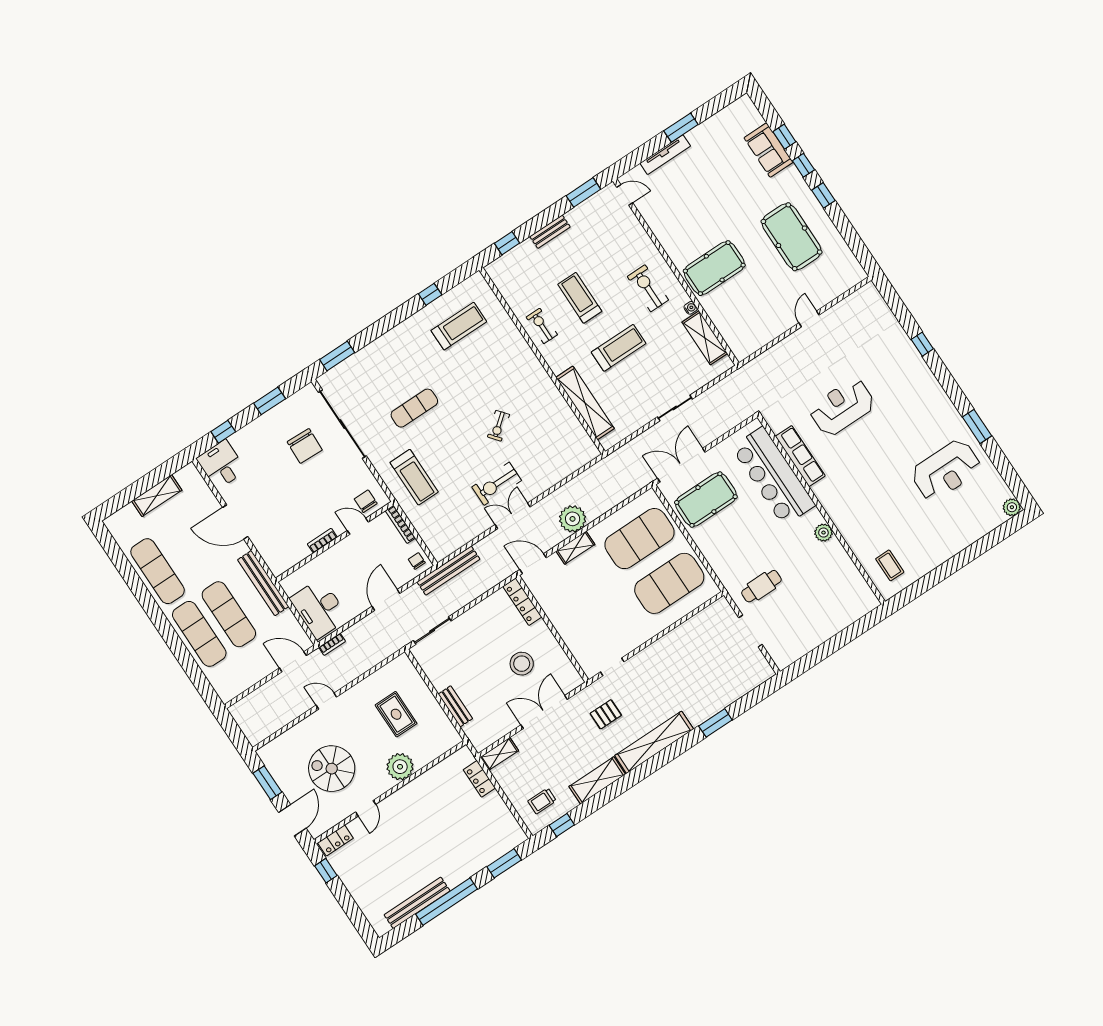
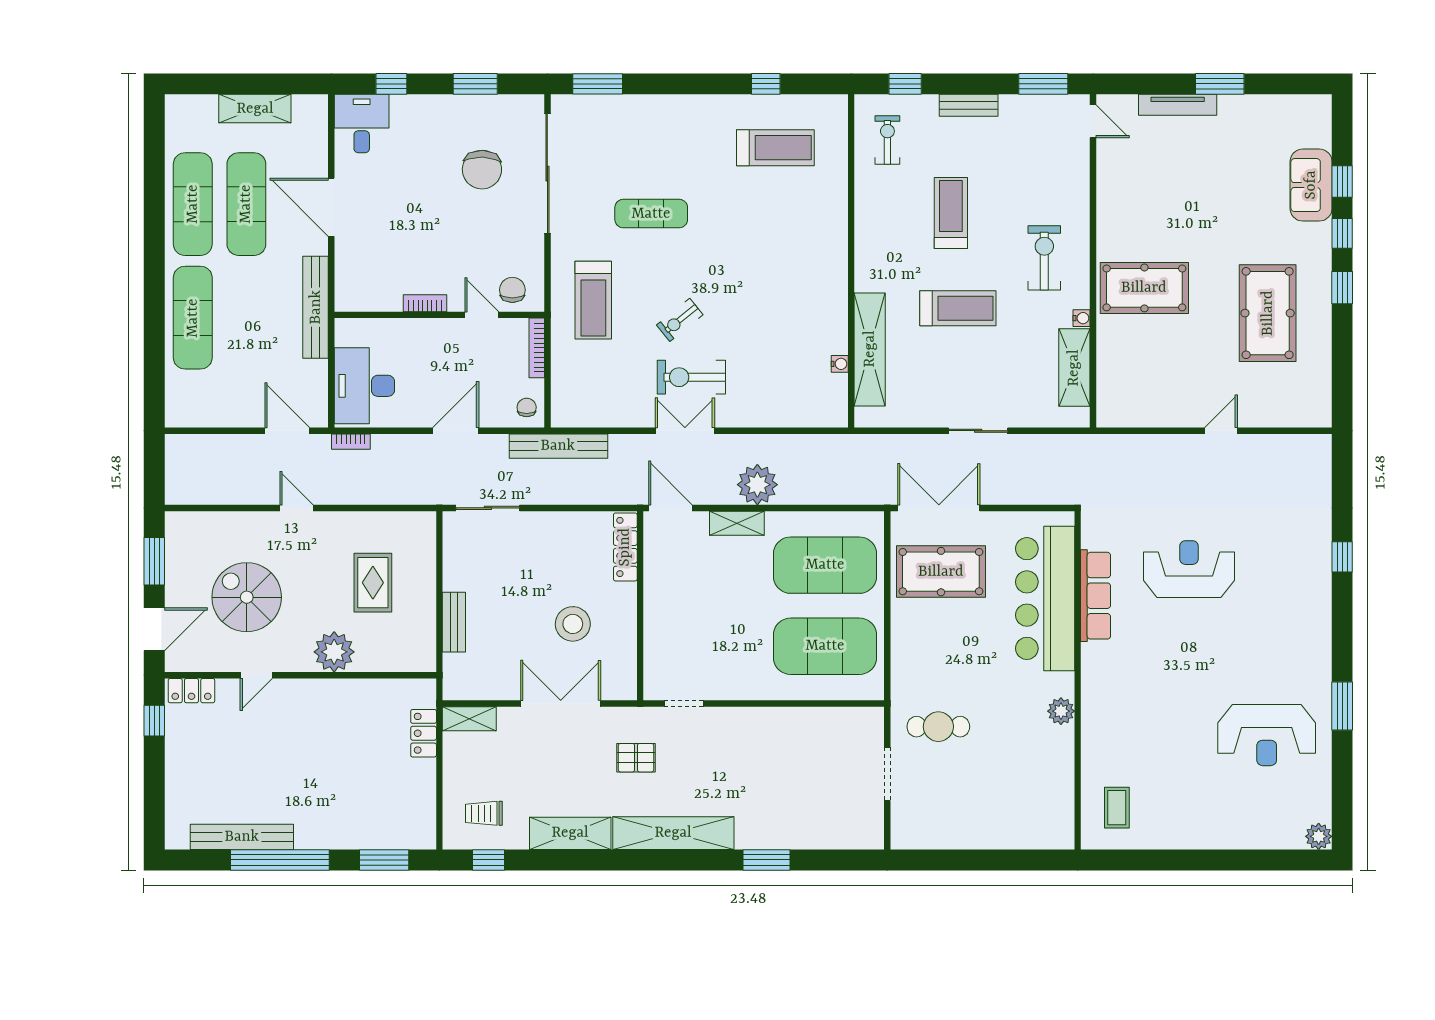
exercise bike: (542, 326) -> (887, 140), moved
water cooler: (574, 422) -> (840, 364), added
exercise bike: (499, 426) -> (680, 320), moved
exercise mat: (229, 614) -> (246, 204), moved

